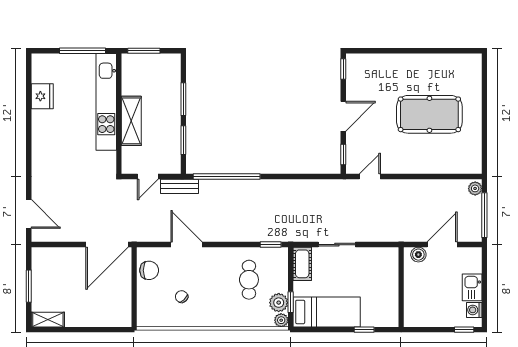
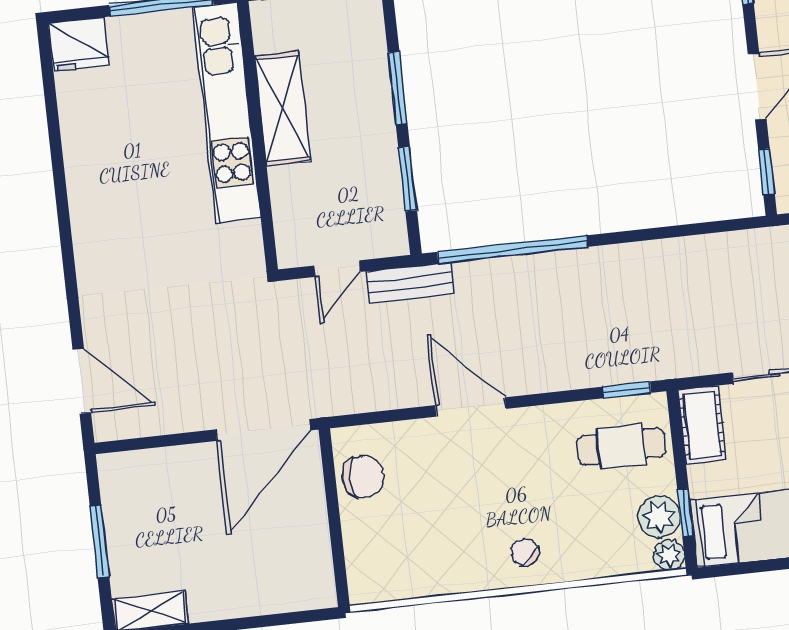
fridge: (42, 96) -> (79, 44), moved, turned 90
shelving: (131, 121) -> (282, 108), moved
door: (186, 245) -> (471, 407), moved
cafe table: (249, 280) -> (621, 446), moved, turned 90
chair: (182, 297) -> (525, 552), moved

